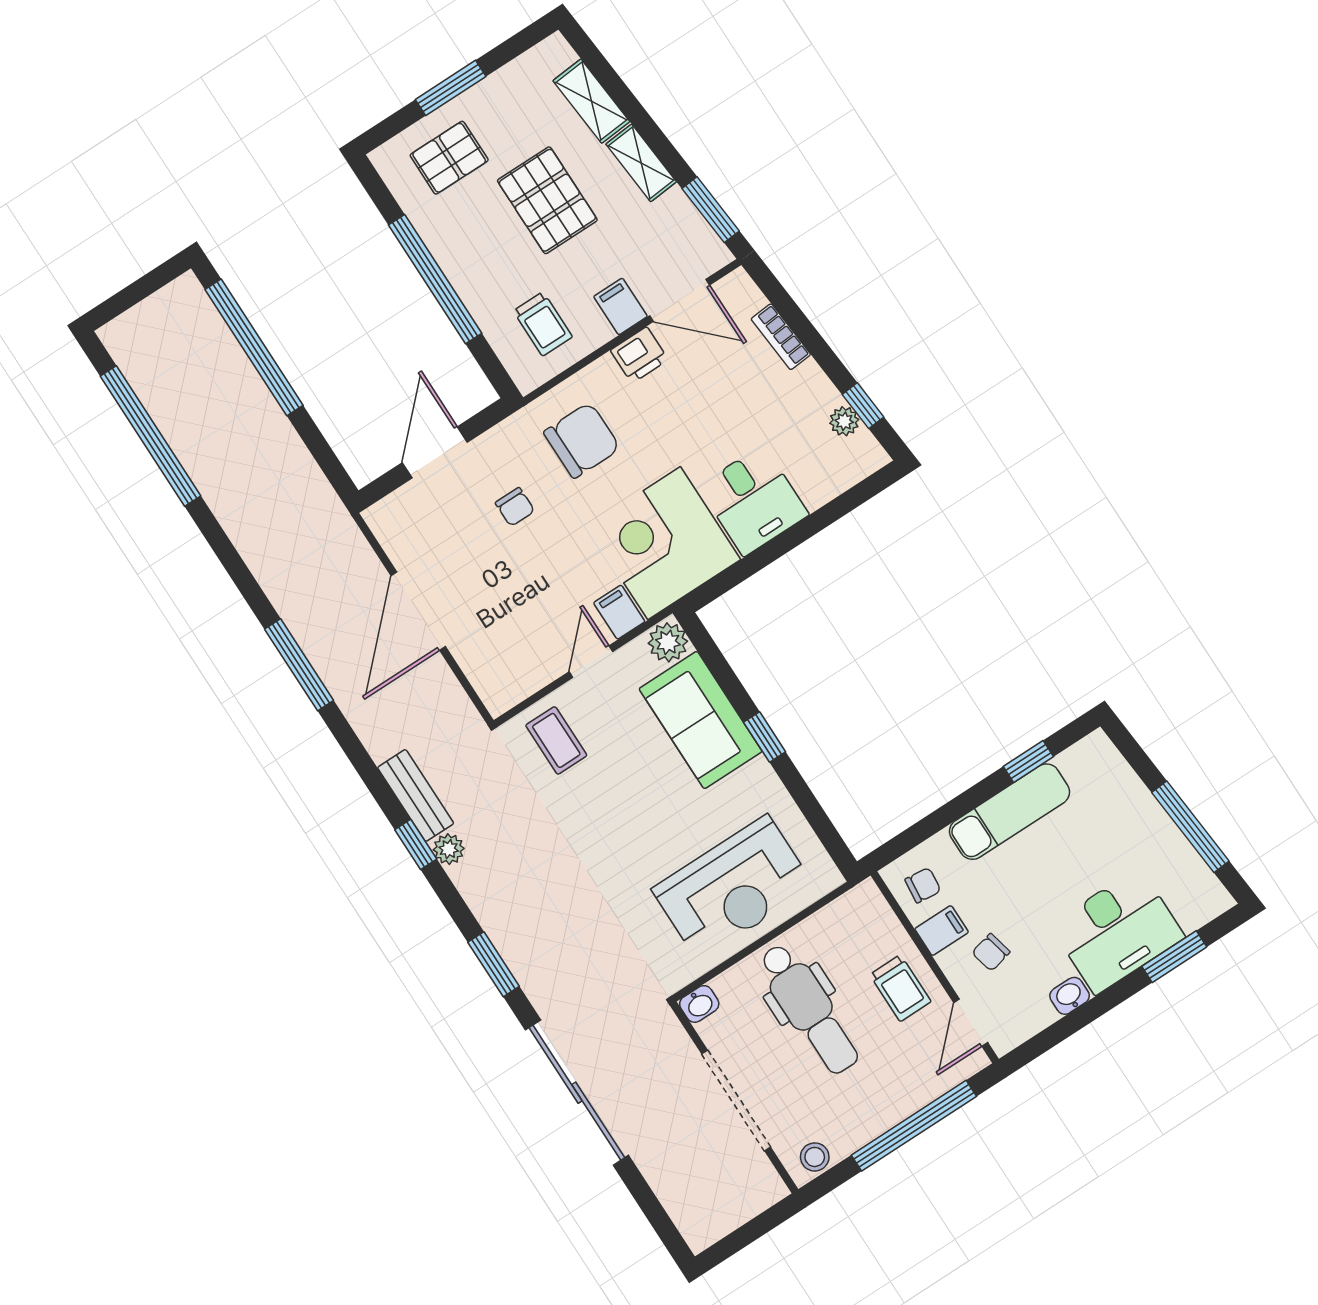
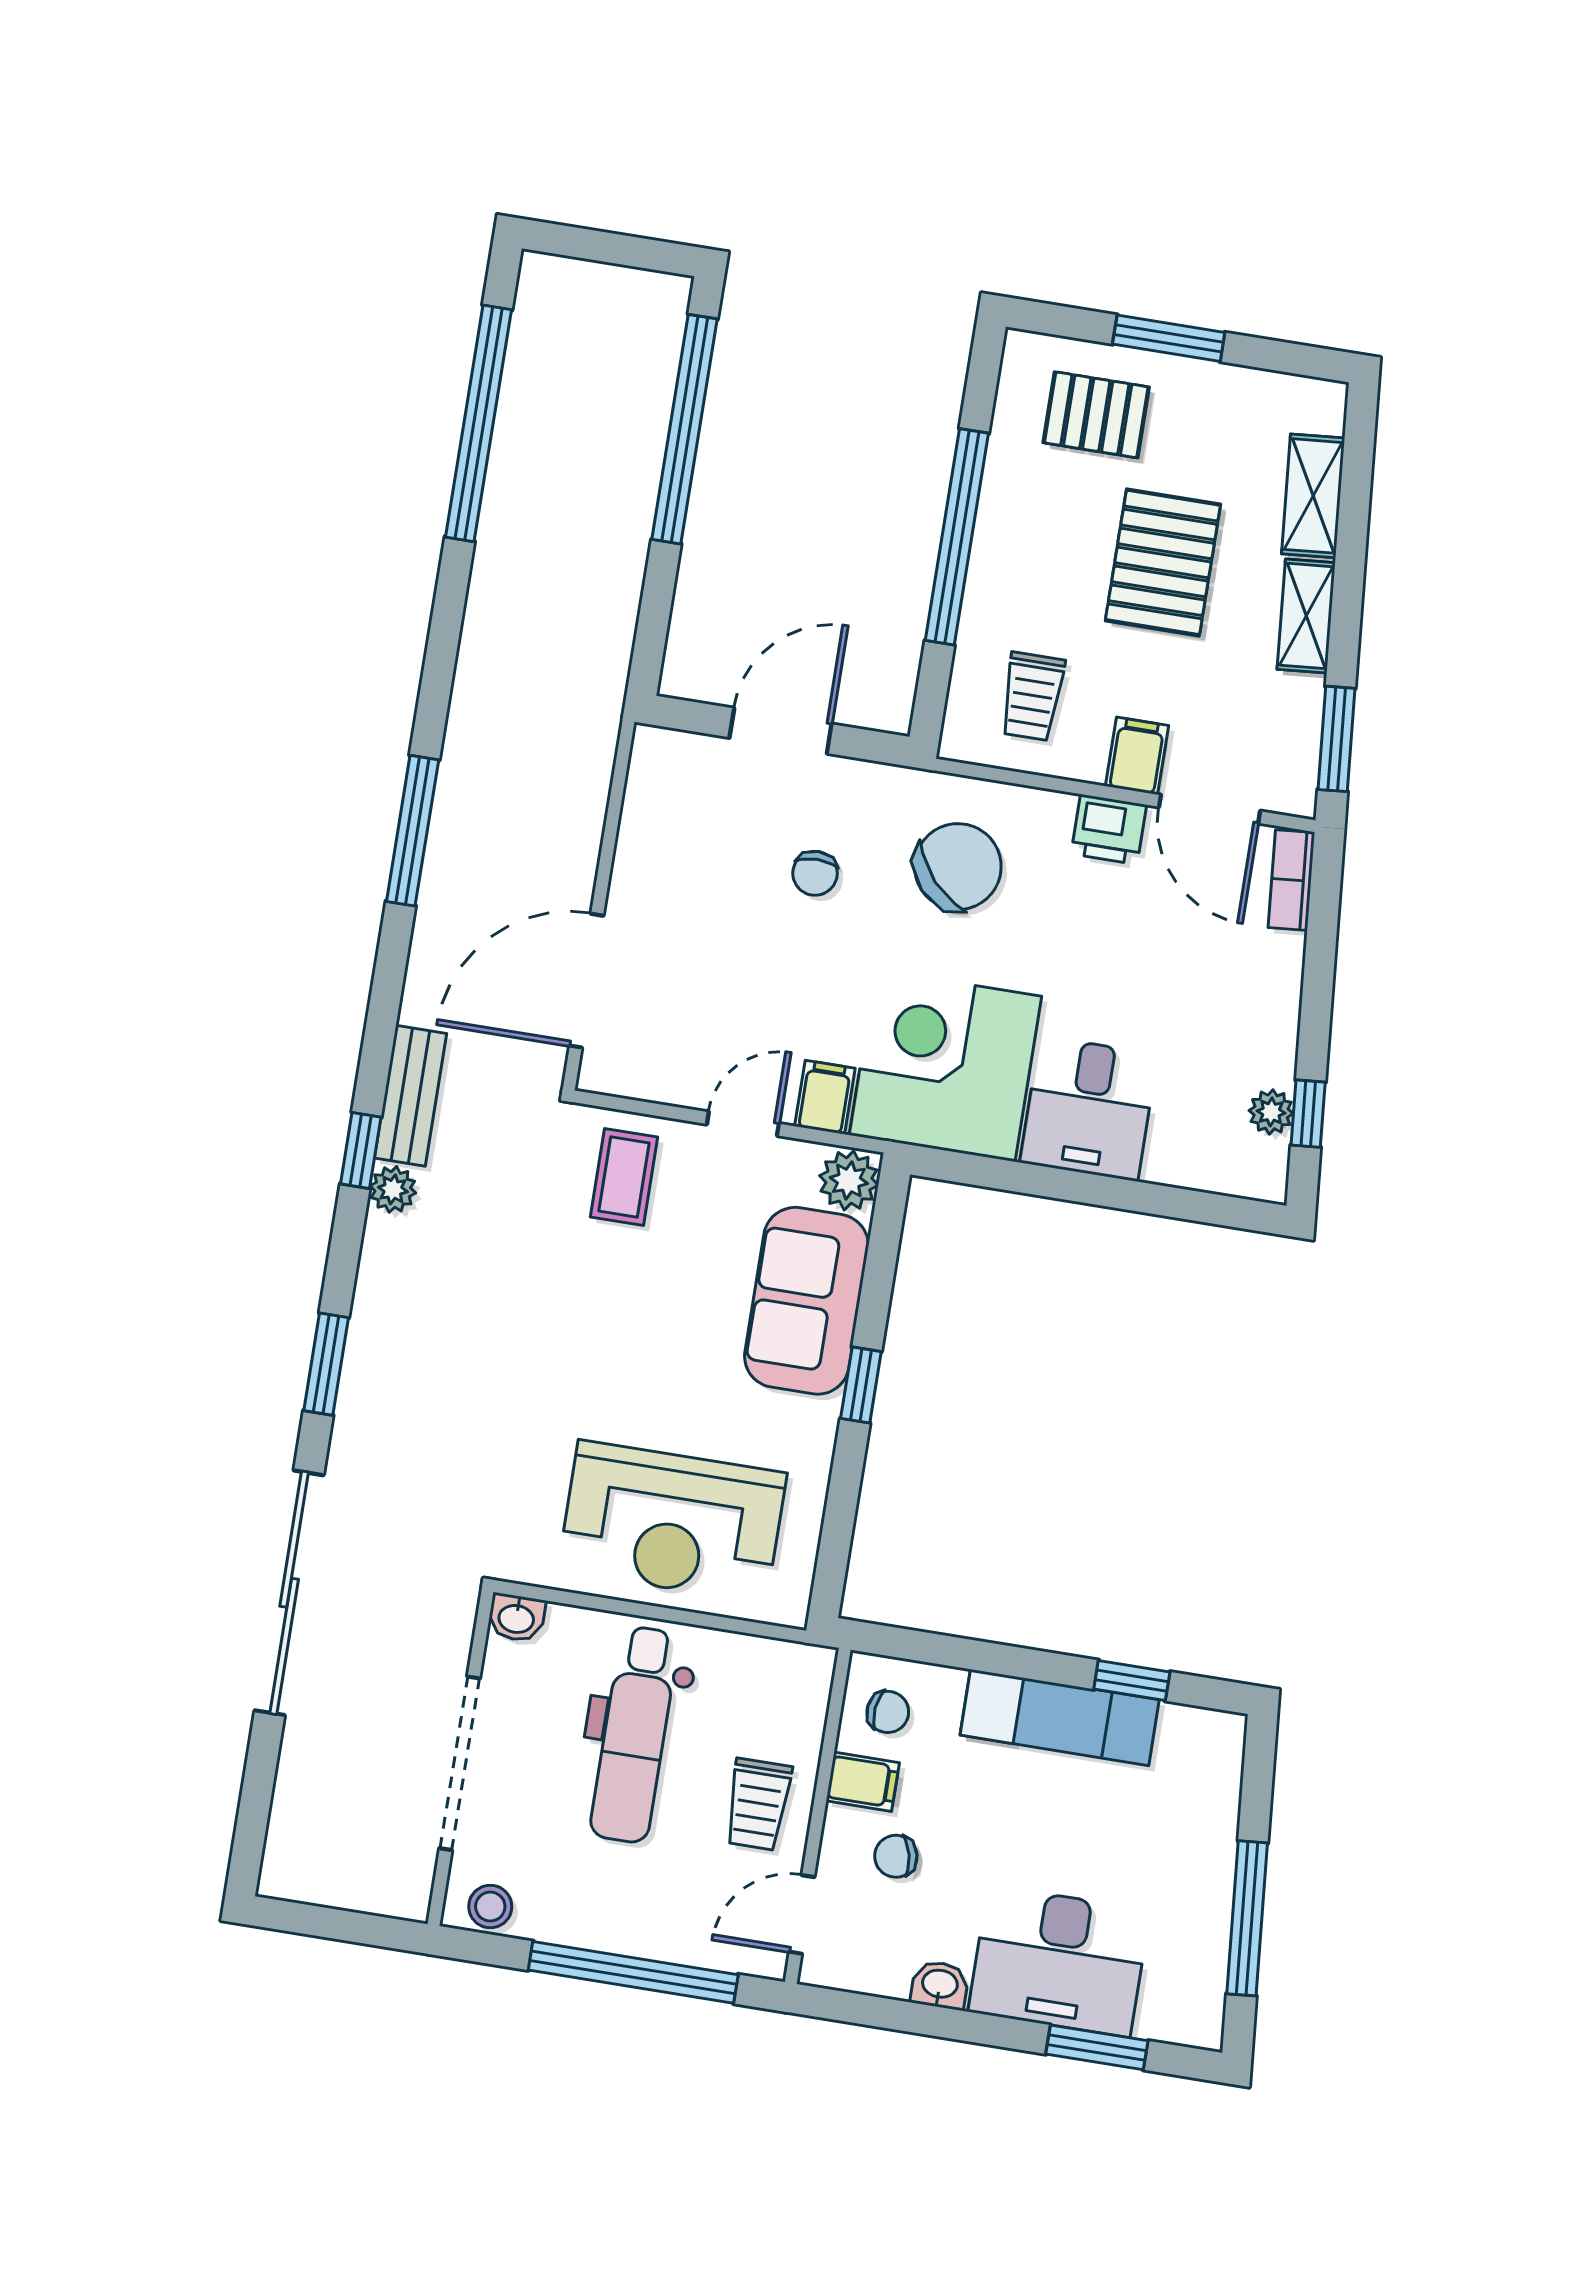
bookcase: (781, 337) -> (1291, 880), moved
chair: (582, 440) -> (958, 867), turned -42
door: (418, 611) -> (586, 981), moved

